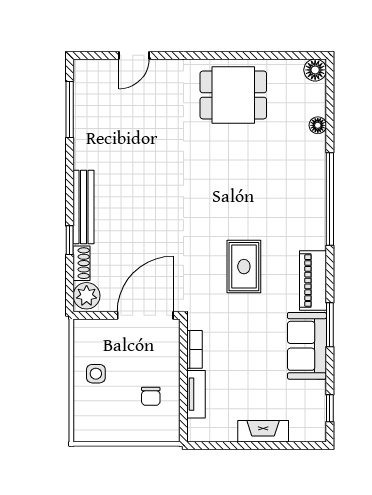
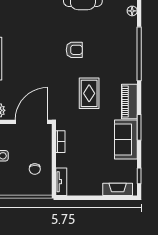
armchair: (218, 192) -> (74, 50), added
tv unit: (196, 394) -> (61, 182), moved
fireplace: (263, 431) -> (118, 189), moved

